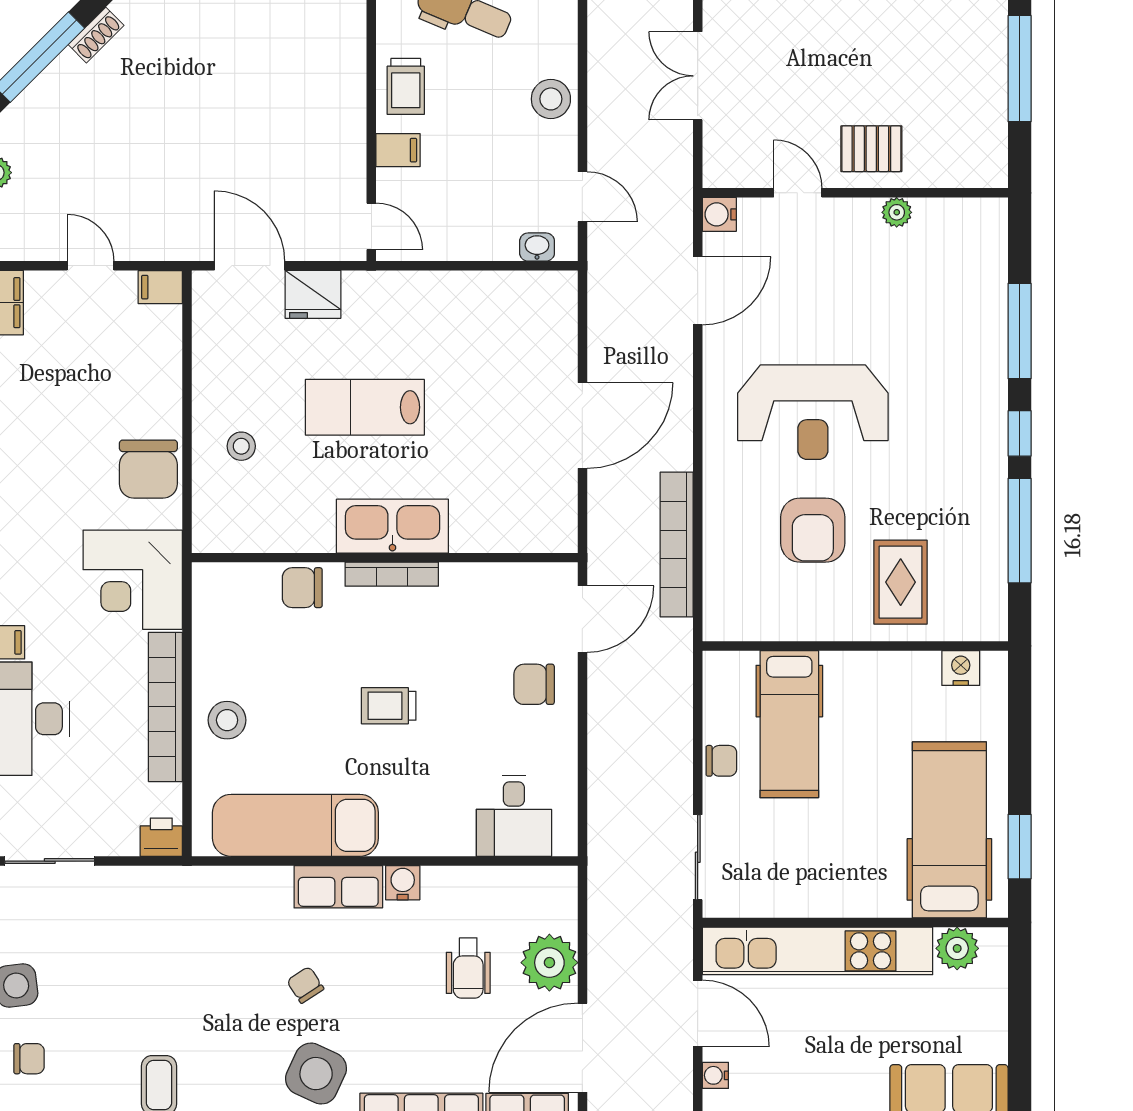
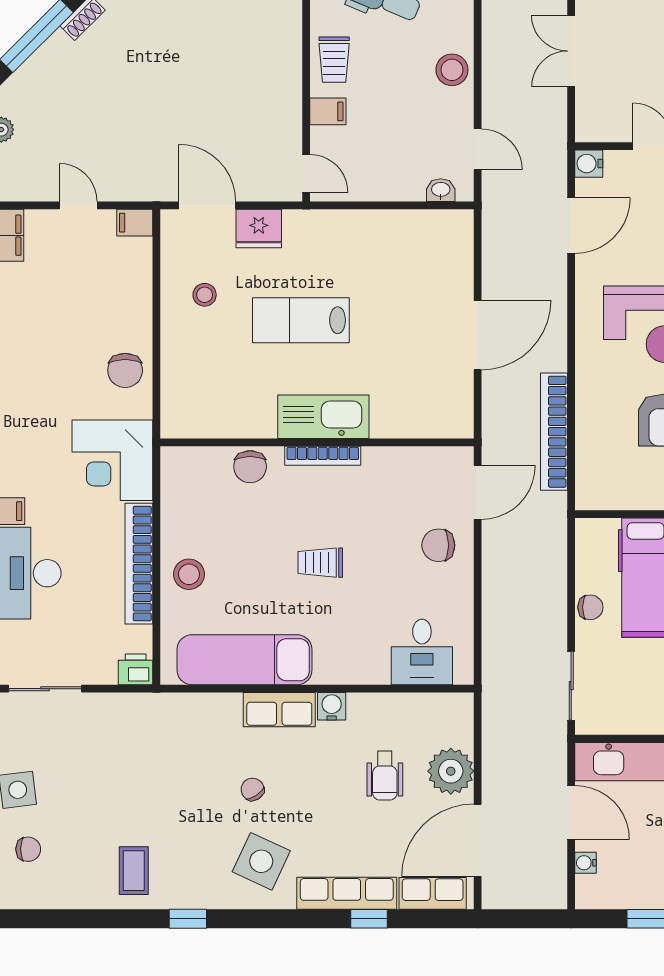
stool: (241, 446) -> (205, 295), moved
chair: (148, 469) -> (125, 370), width x0.73, depth x0.73
chair: (302, 588) -> (250, 467), turned -90

